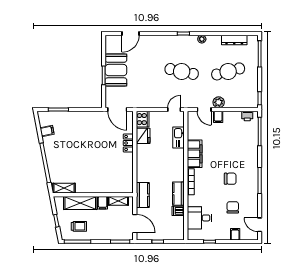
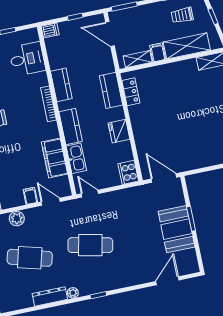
dresser: (234, 40) -> (50, 296), moved
cafe table: (228, 71) -> (30, 258), turned 30
plant: (219, 102) -> (17, 219), moved
door: (174, 109) -> (90, 194), swing flipped
fridge: (143, 136) -> (119, 131), moved
locker: (128, 143) -> (131, 92), moved
filing cabinet: (195, 154) -> (55, 158), moved
kitchen counter: (178, 162) -> (71, 126), added
kitchen counter: (143, 195) -> (111, 90), moved
dishwasher: (178, 211) -> (50, 30), moved

